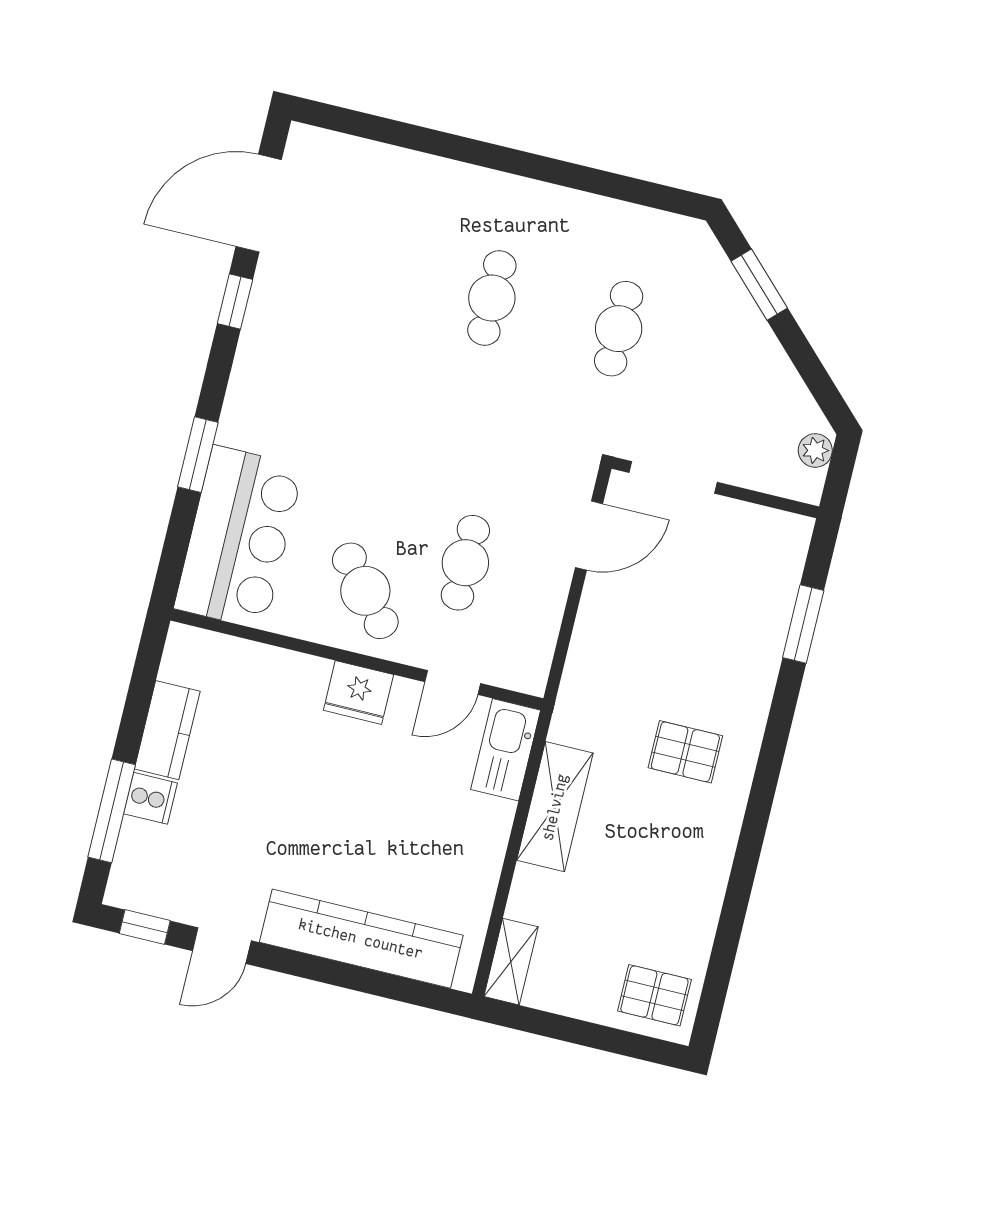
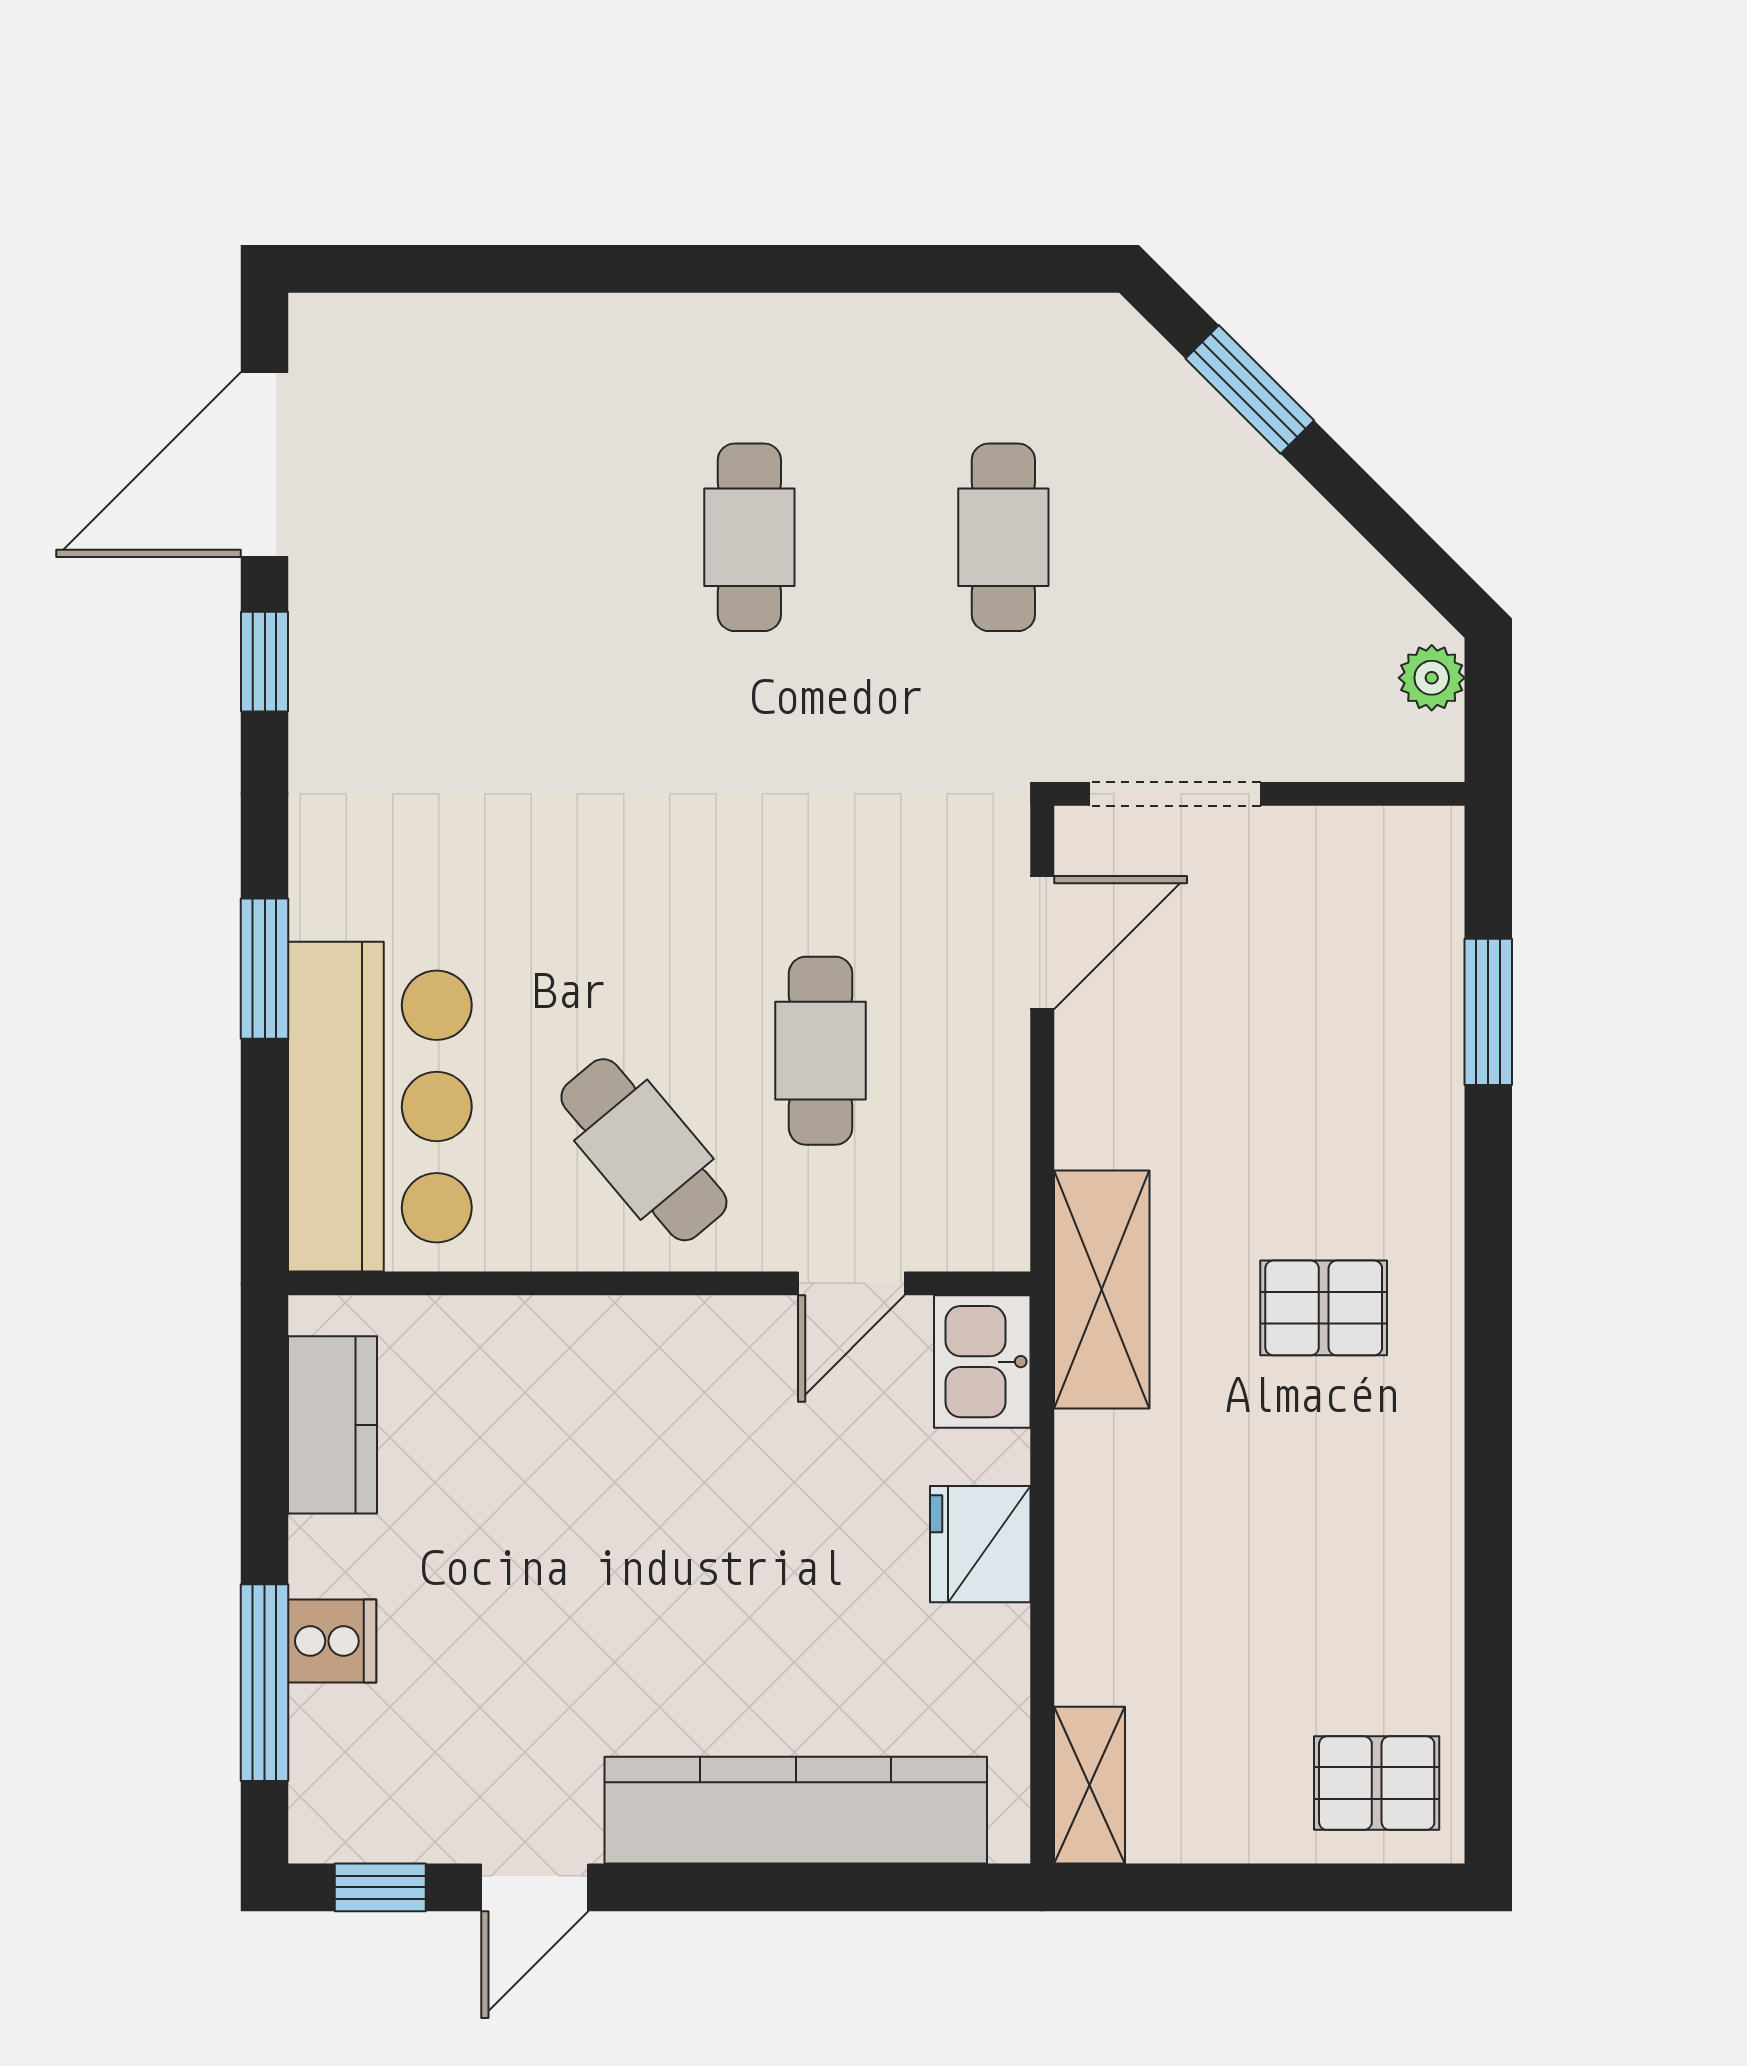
fridge: (358, 692) -> (980, 1544), moved, turned 90
kitchen counter: (167, 730) -> (333, 1425), moved
kitchen sink: (506, 750) -> (982, 1362), width x0.73
shelving: (555, 807) -> (1102, 1289), moved

